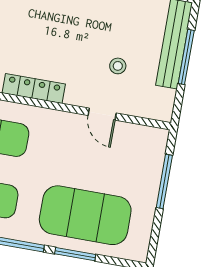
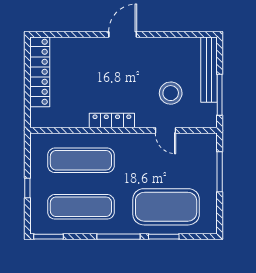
window: (186, 57) -> (220, 95), moved
stool: (118, 66) -> (171, 93), width x1.89, depth x1.89

